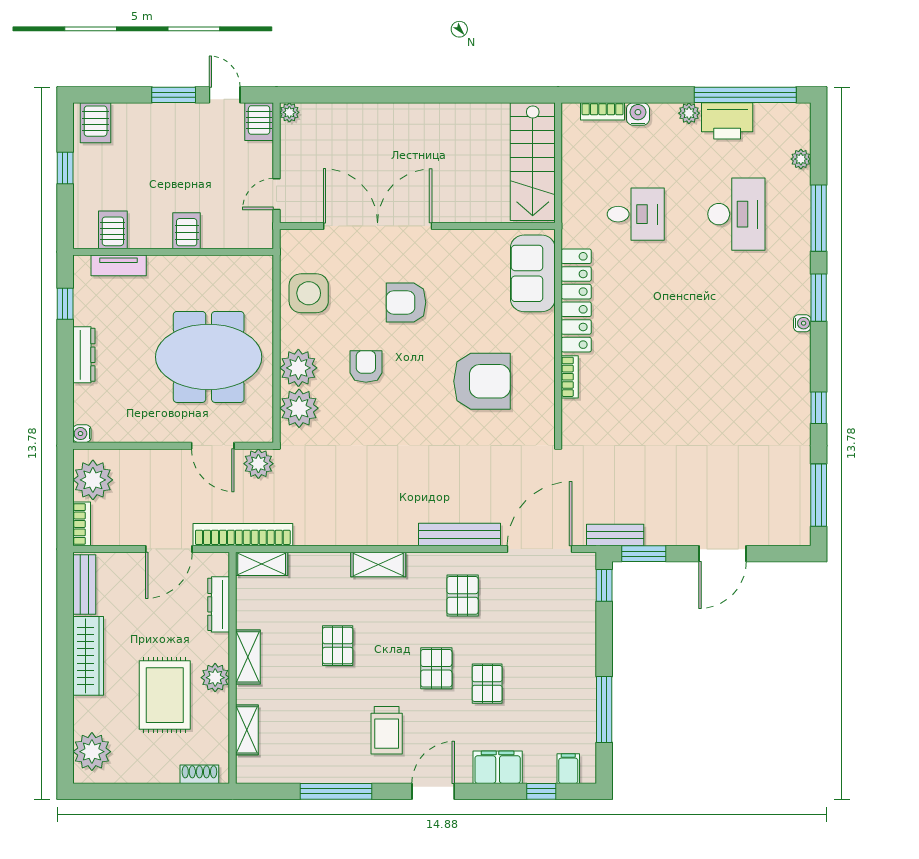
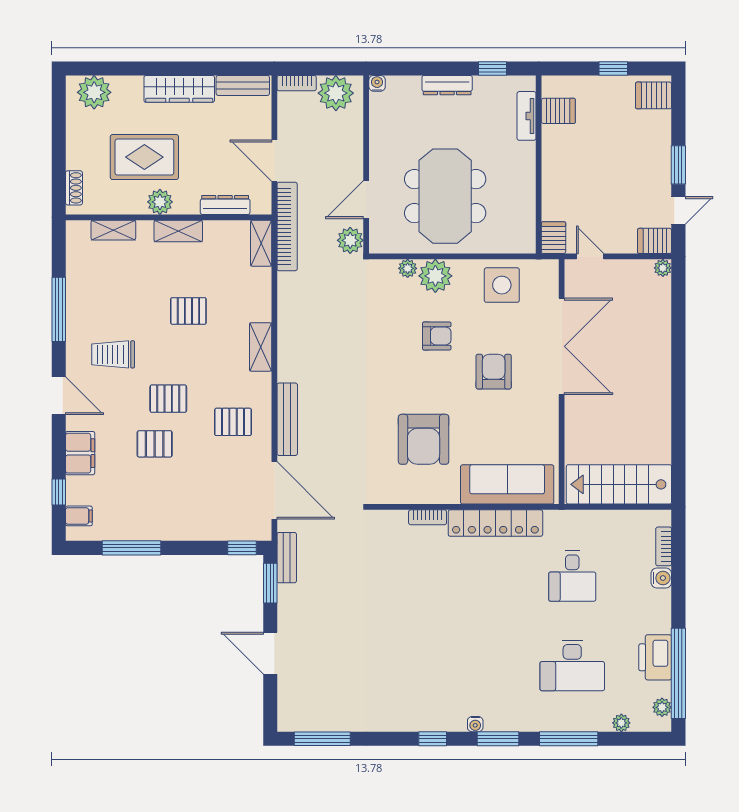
plant: (689, 113) -> (662, 707), moved
server rack: (187, 231) -> (553, 238), moved, turned -90
sofa: (533, 273) -> (507, 484), width x1.36
plant: (299, 408) -> (408, 268), width x0.53, depth x0.53
window: (819, 408) -> (433, 739), moved

